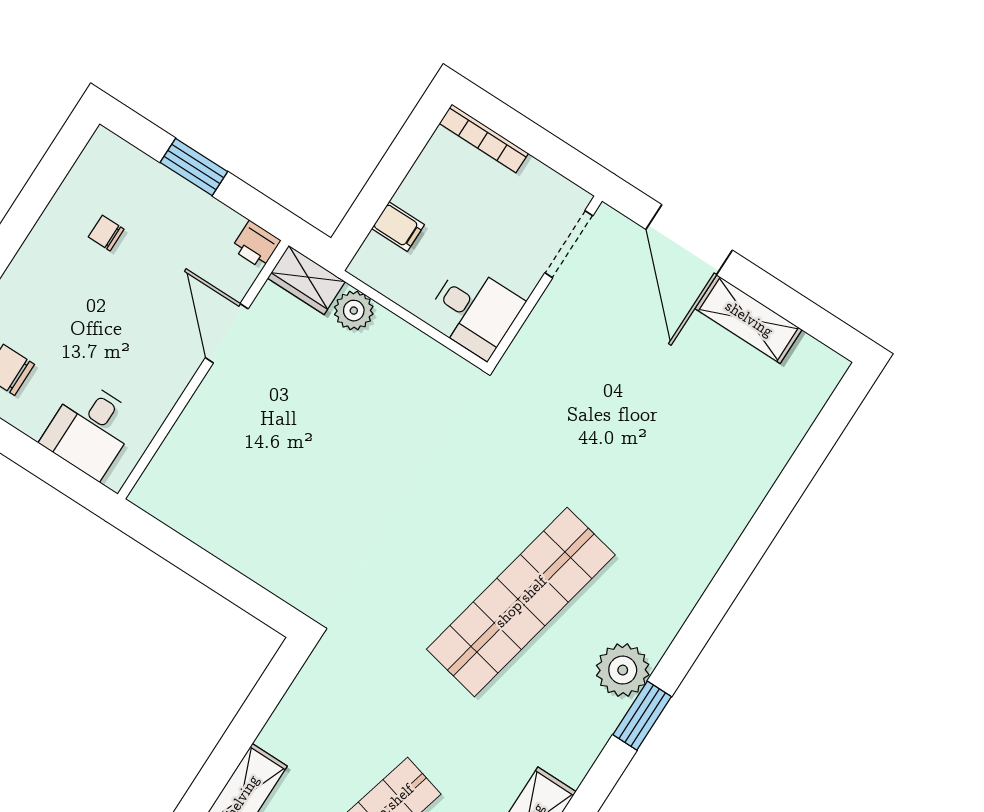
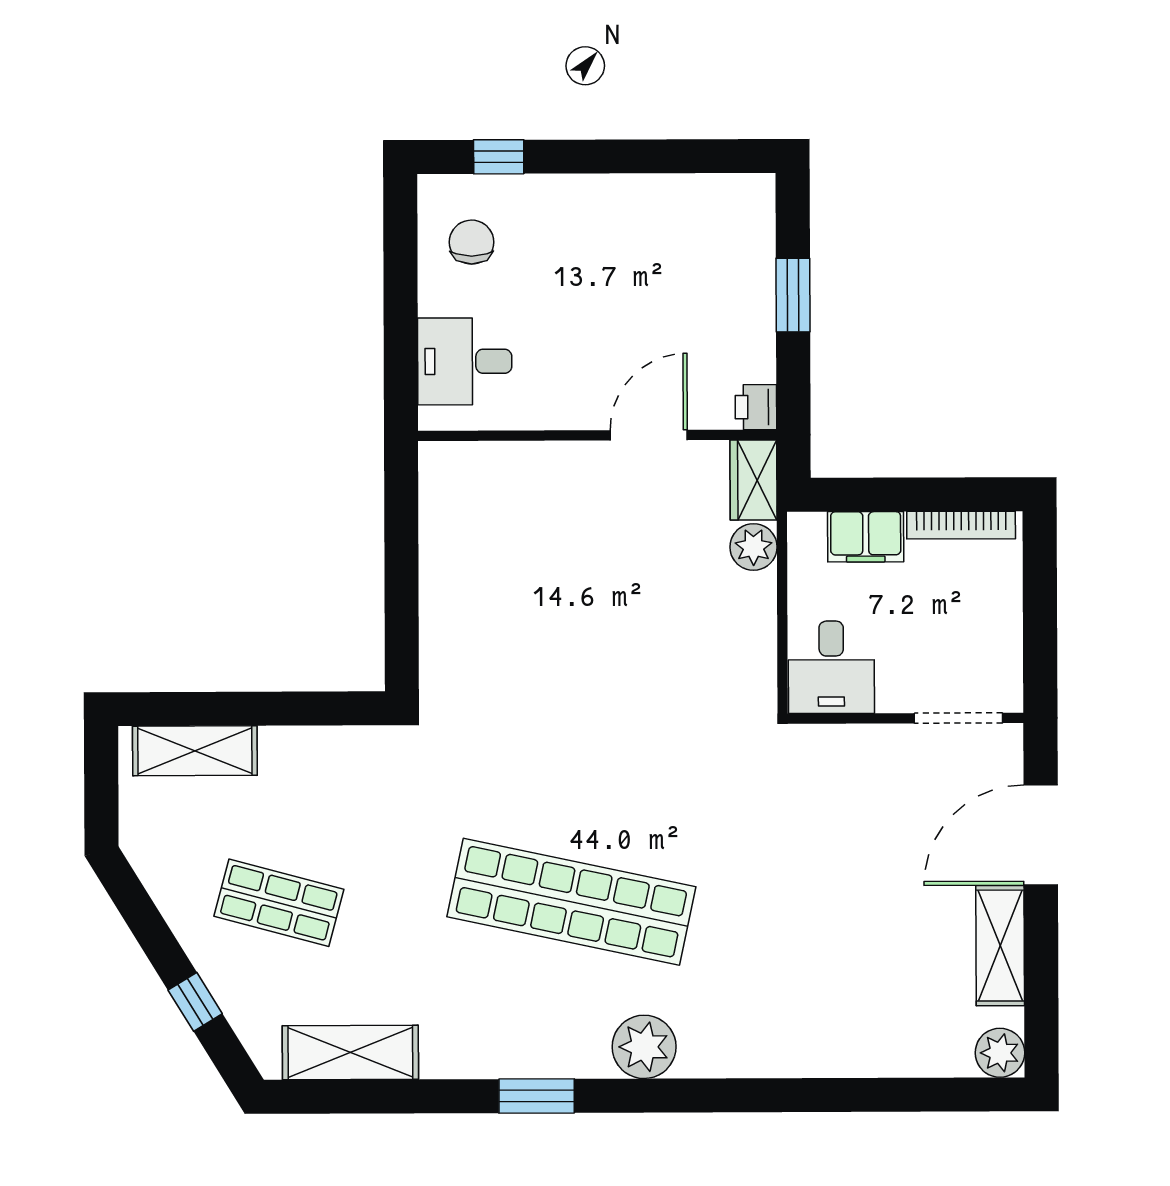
bookcase: (484, 138) -> (961, 525), moved, turned -90
filing cabinet: (398, 227) -> (866, 537), width x2.00
chair: (106, 233) -> (671, 250), removed
plant: (824, 368) -> (1000, 1053), added
plant: (623, 670) -> (644, 1047), moved

